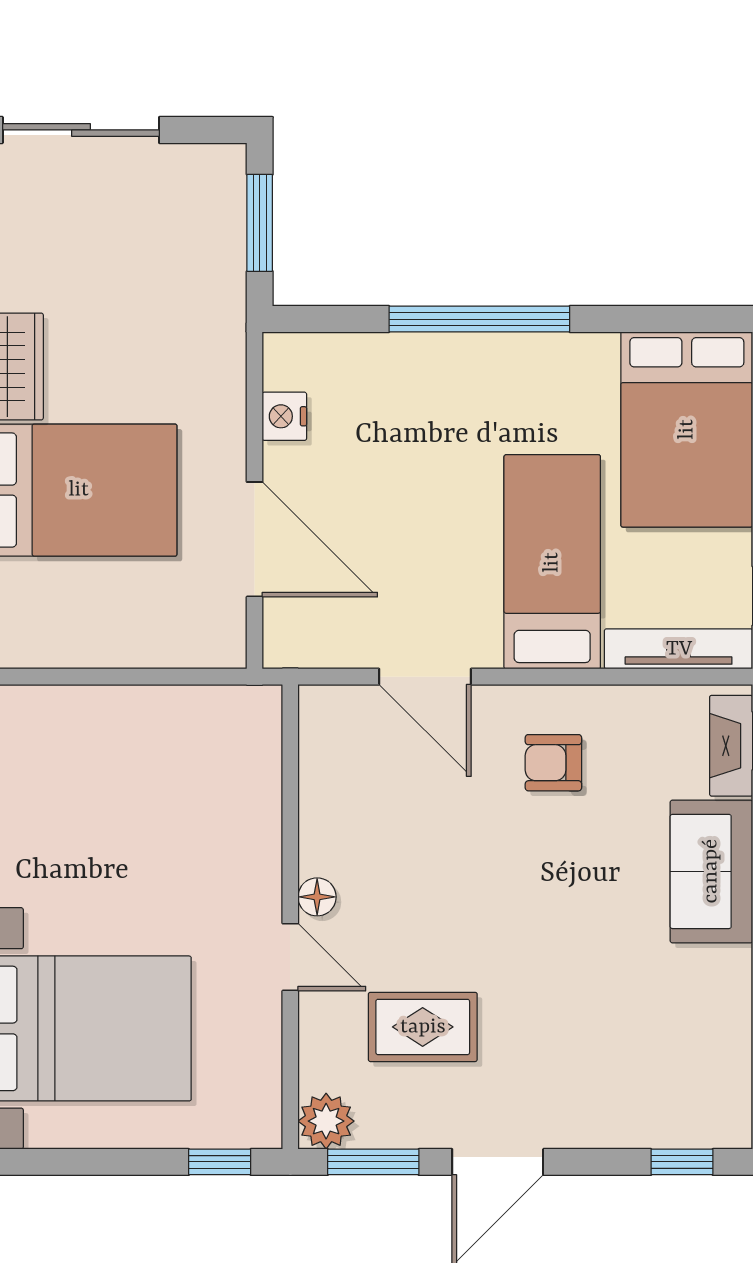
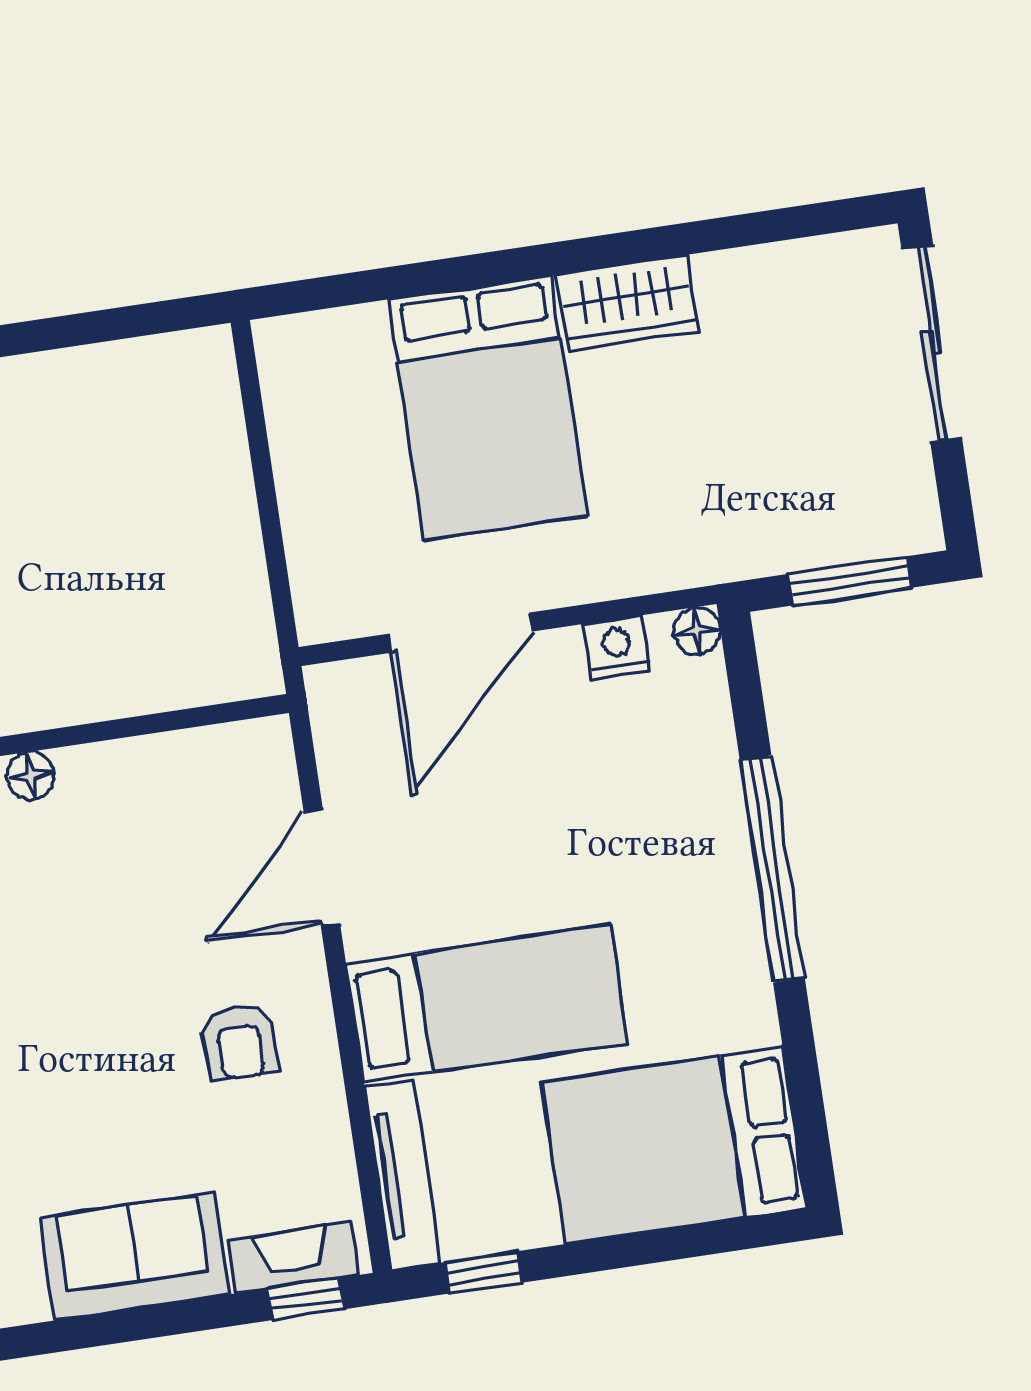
floor lamp: (281, 351) -> (697, 631), added
armchair: (553, 763) -> (239, 1042), turned 180

